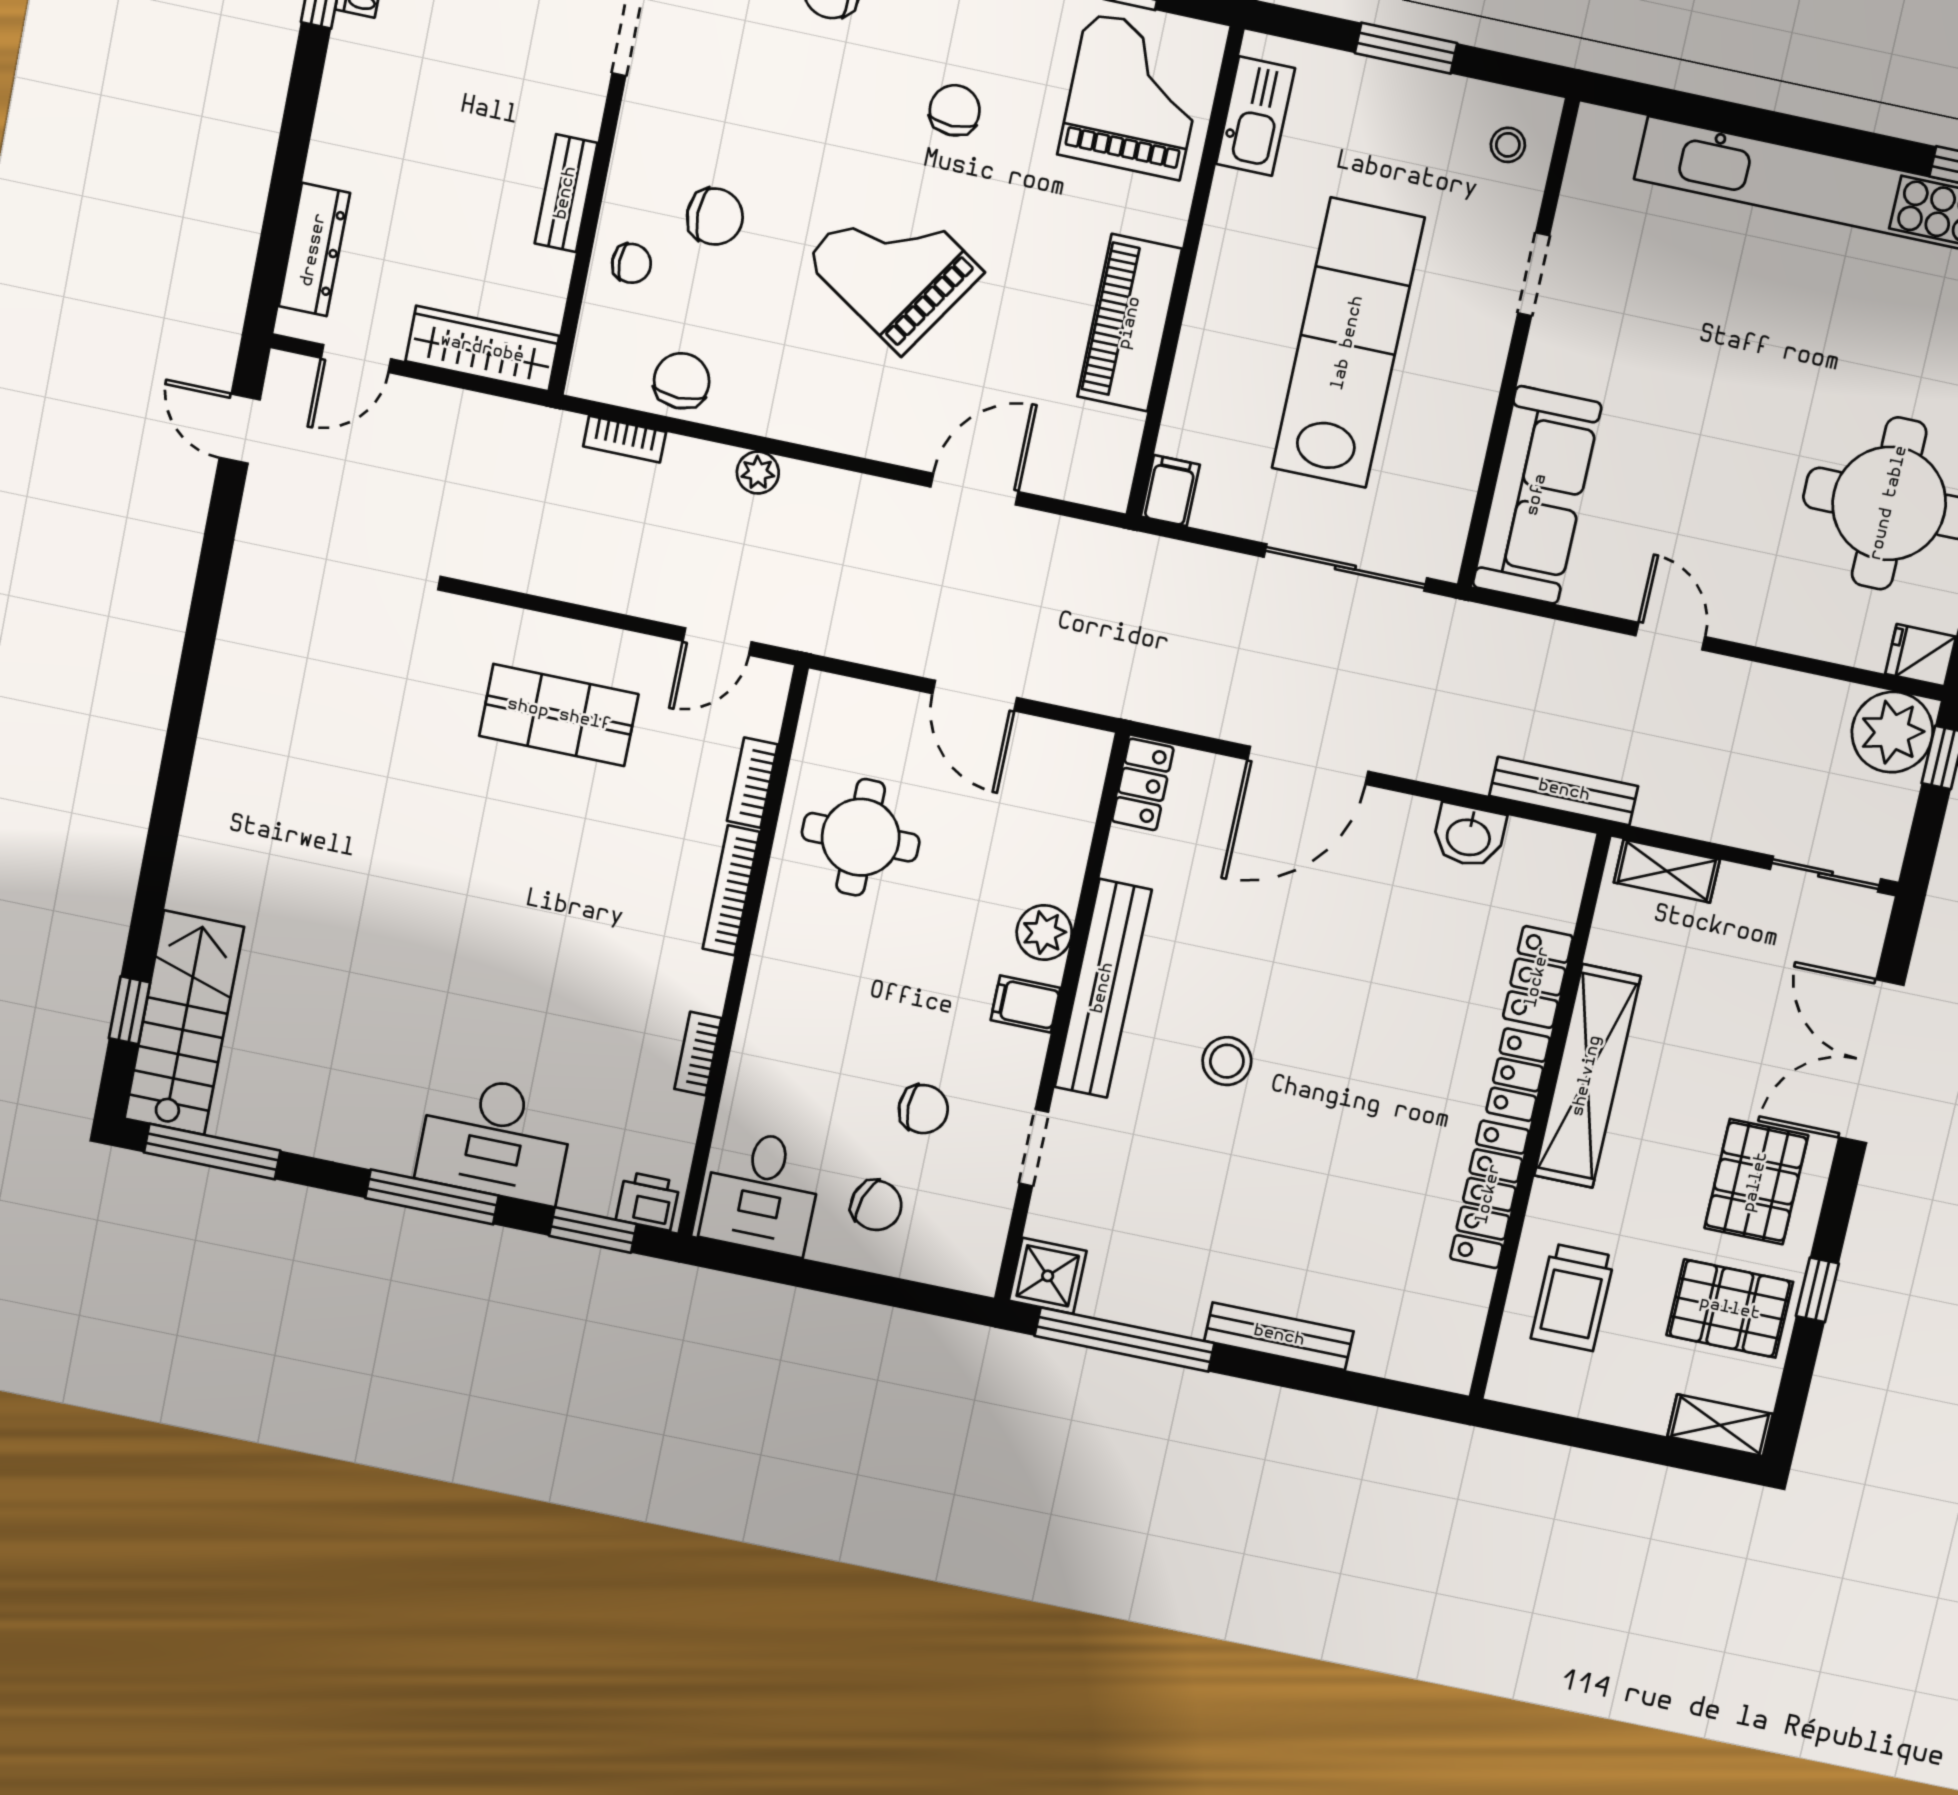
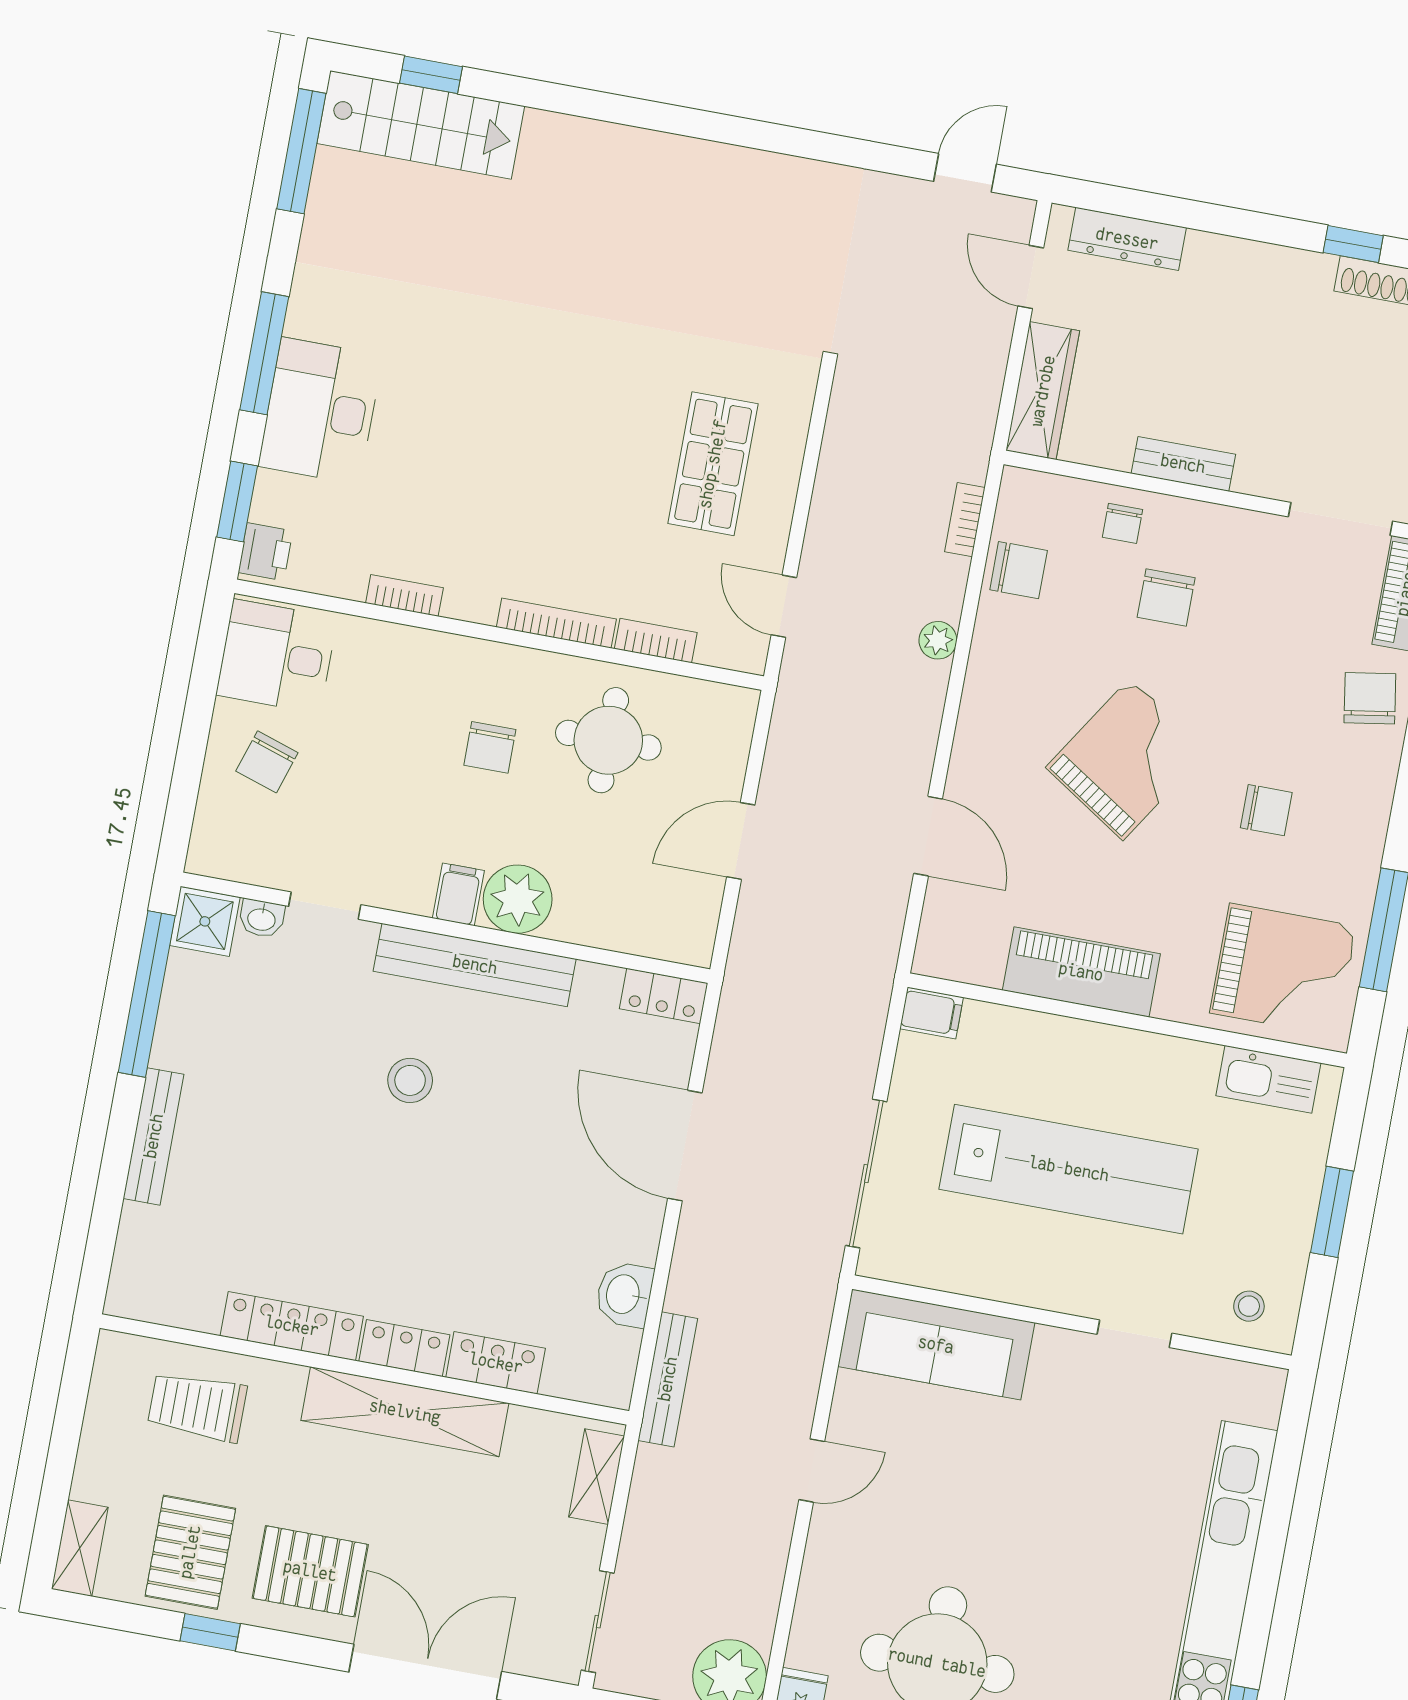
plant: (1044, 932) -> (518, 899), width x1.36, depth x1.36
chair: (923, 1109) -> (490, 747), moved
washbasin: (1046, 1215) -> (262, 919), added

